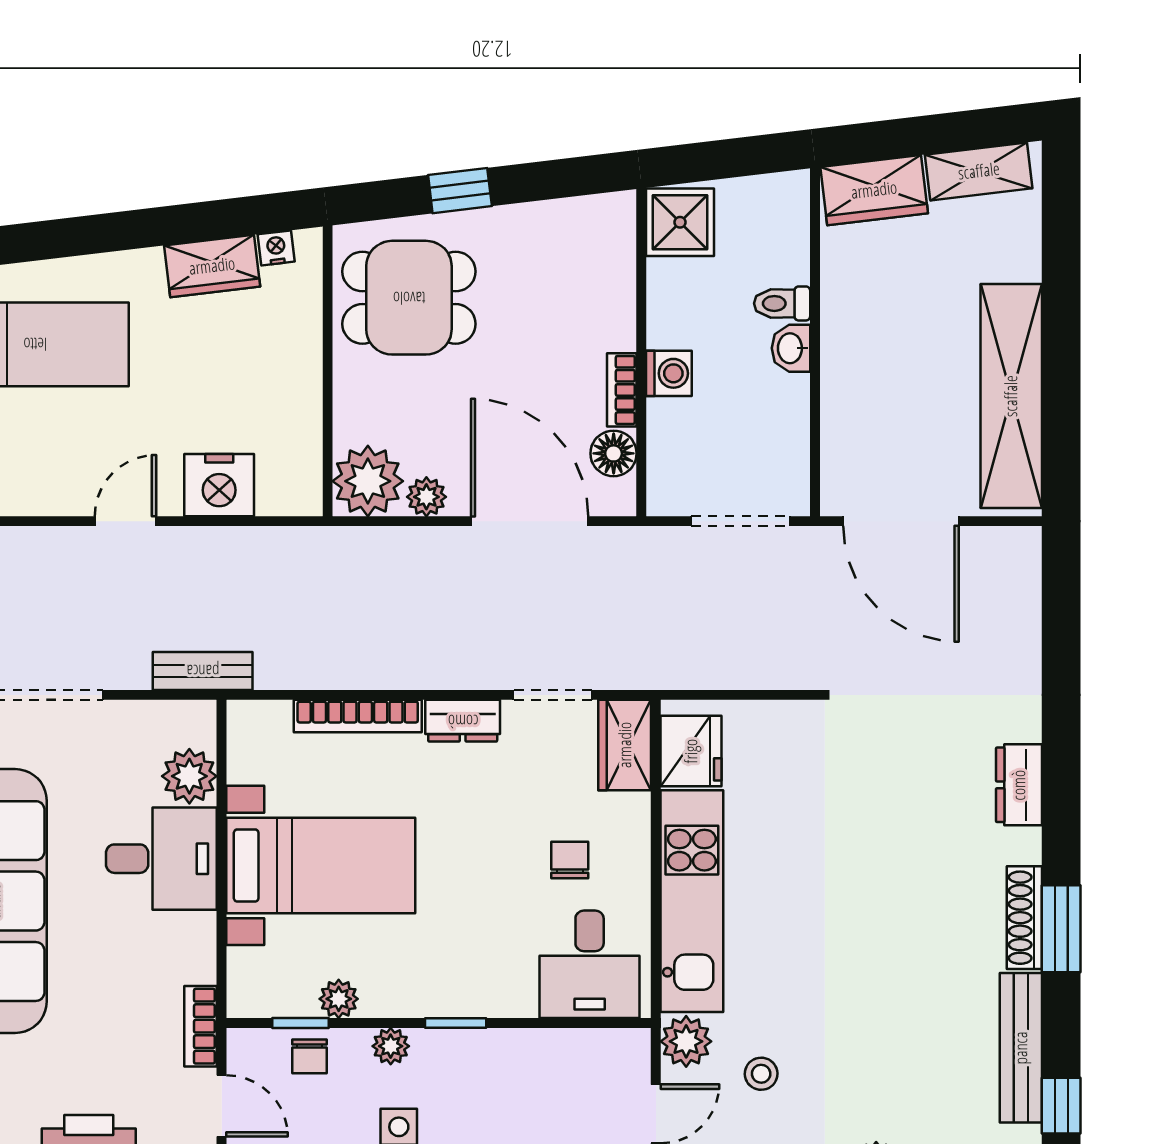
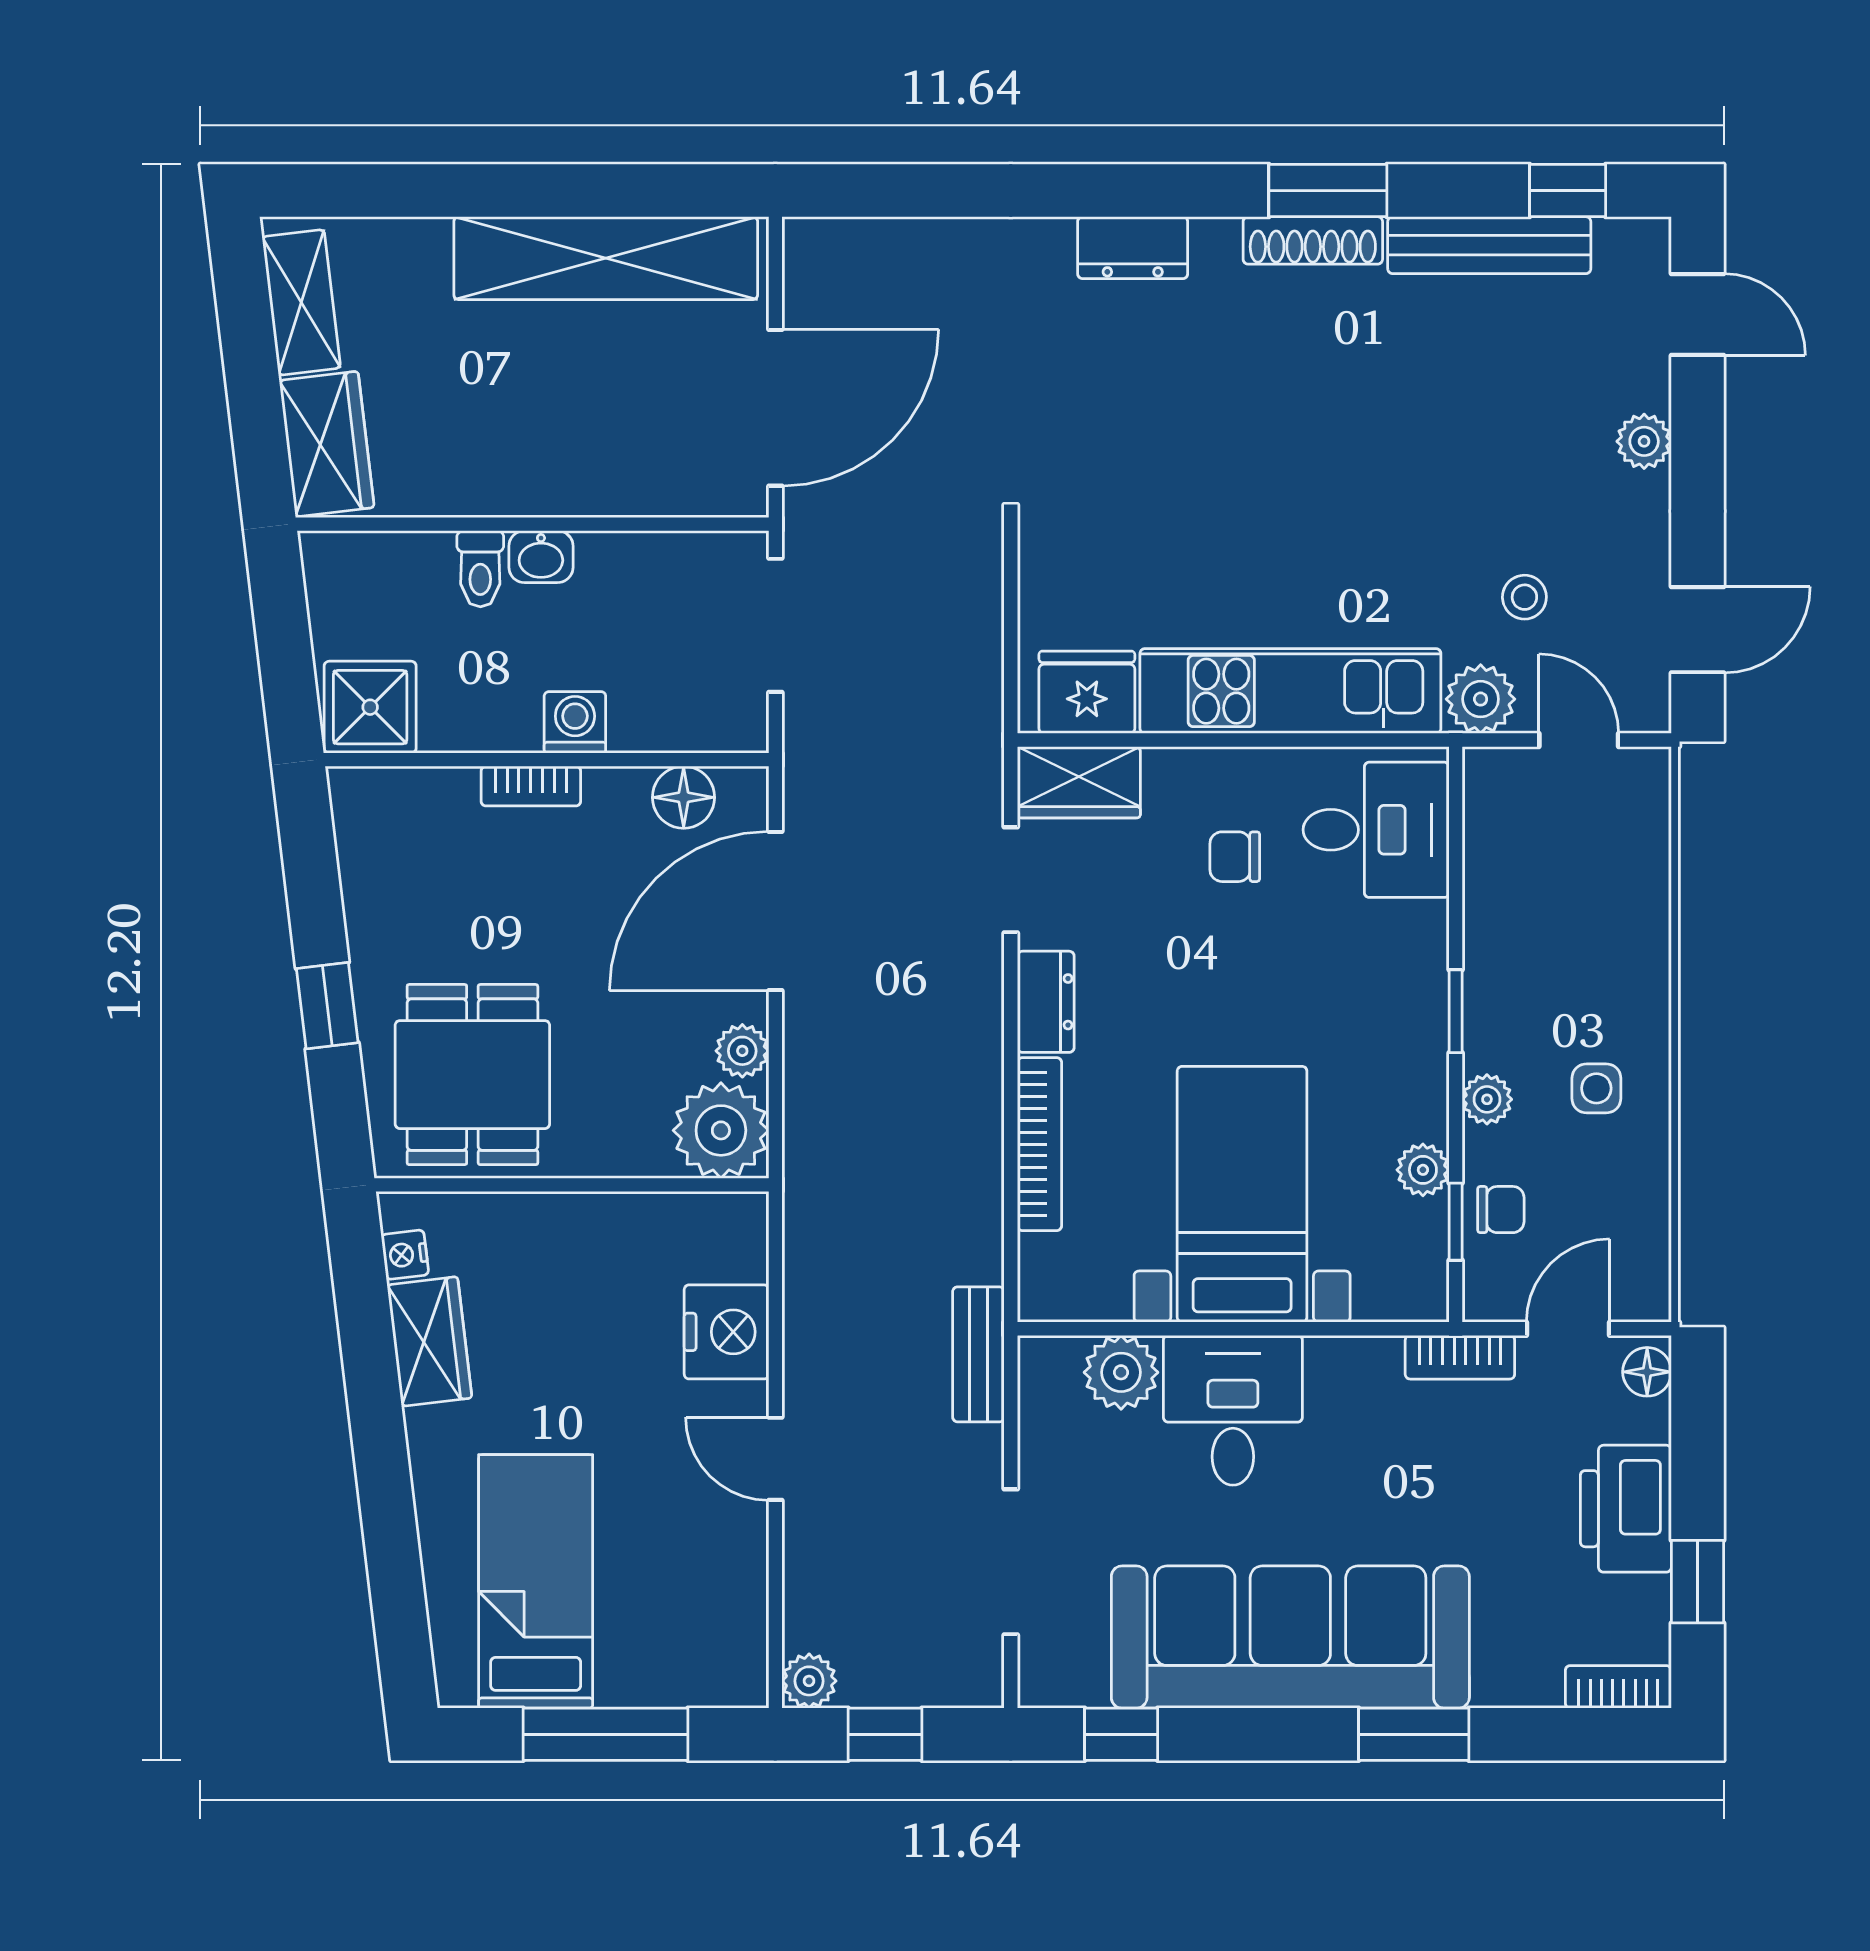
bookcase: (622, 390) -> (531, 786), moved

